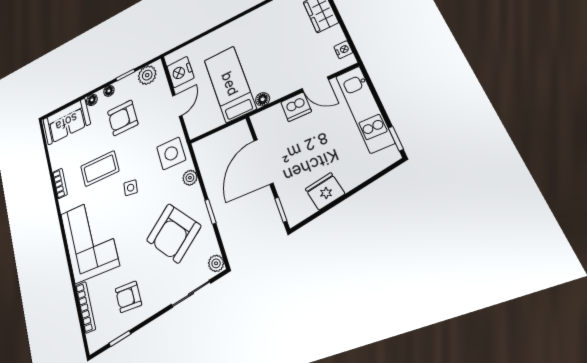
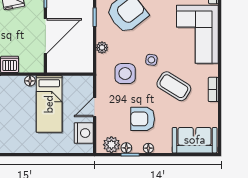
floor lamp: (92, 100) -> (126, 148), moved
armchair: (123, 118) -> (143, 119), turned 180
side table: (171, 153) -> (125, 74), moved
coffee table: (100, 169) -> (174, 86), turned 32

